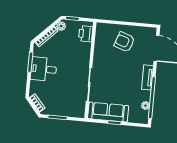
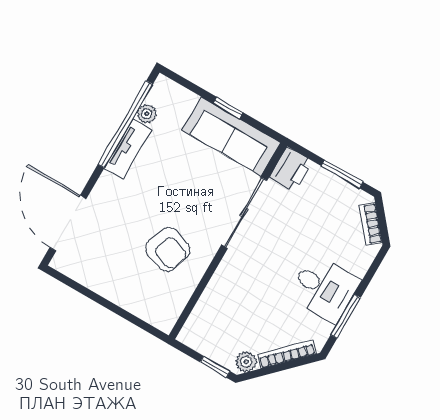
printer: (86, 34) -> (291, 169), moved
armchair: (124, 42) -> (168, 249), moved
tv unit: (147, 77) -> (128, 149), moved

